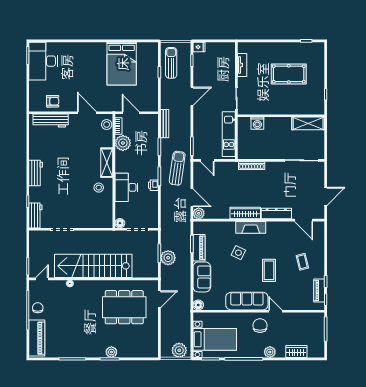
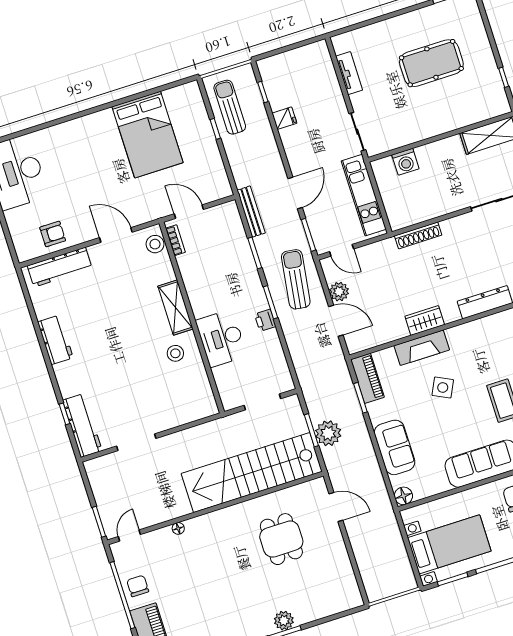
fridge: (199, 47) -> (284, 118), moved
door: (192, 96) -> (295, 193), moved
plant: (123, 143) -> (192, 266), removed
workbench: (36, 173) -> (55, 340), moved
plant: (199, 213) -> (339, 292), moved
wardrobe: (245, 213) -> (425, 320), width x0.67
workbench: (35, 215) -> (82, 425), width x1.37
floor lamp: (120, 223) -> (230, 401), removed
fireplace: (251, 227) -> (422, 348), moved
piano: (199, 248) -> (367, 378), moved
stairs: (93, 266) -> (252, 473), moved
door: (159, 299) -> (336, 507), hinge flipped
dining table: (124, 307) -> (281, 539), width x0.53, depth x0.80
plant: (179, 350) -> (396, 582), removed

